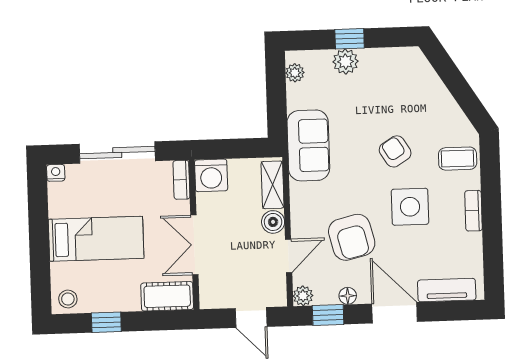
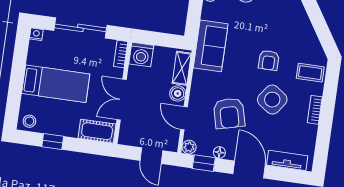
armchair: (395, 151) -> (269, 60), turned -148
side table: (410, 207) -> (272, 100), turned 35
door: (289, 256) -> (184, 118), swing flipped

